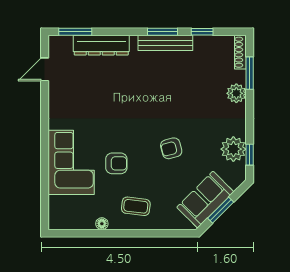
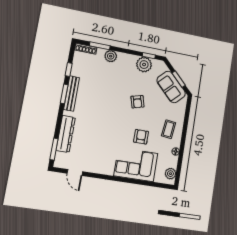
plant: (65, 221) -> (170, 174), added

